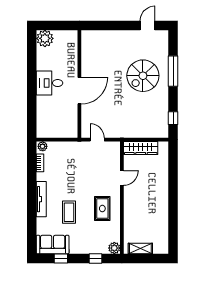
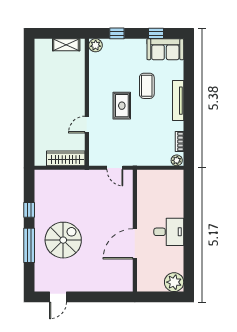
door: (79, 91) -> (135, 244), moved
window: (173, 118) -> (29, 210), moved
rug: (102, 209) -> (122, 106), moved

